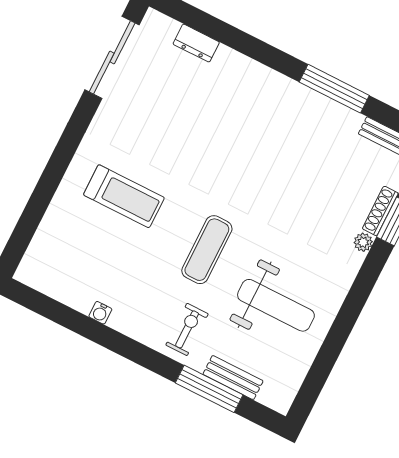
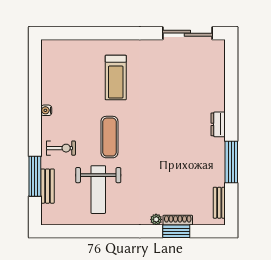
dresser: (196, 43) -> (218, 124), moved
exercise mat: (207, 250) -> (109, 137), turned 90
water cooler: (100, 313) -> (46, 110), moved

